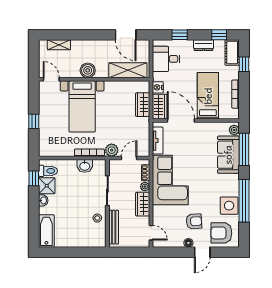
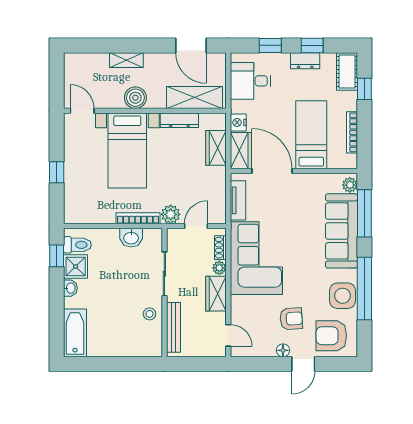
window: (219, 35) -> (312, 45), moved
shelving: (59, 45) -> (126, 60), moved
dresser: (118, 86) -> (179, 120), added
sofa: (228, 155) -> (341, 231), width x1.36

